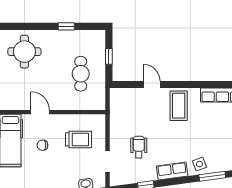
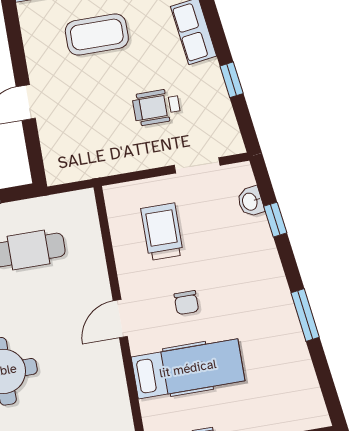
coffee table: (179, 106) -> (97, 35), moved

